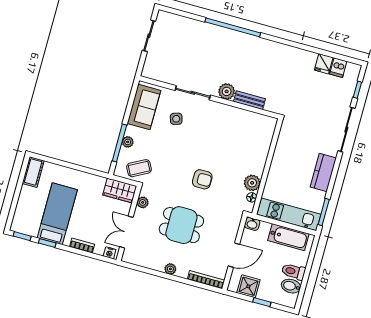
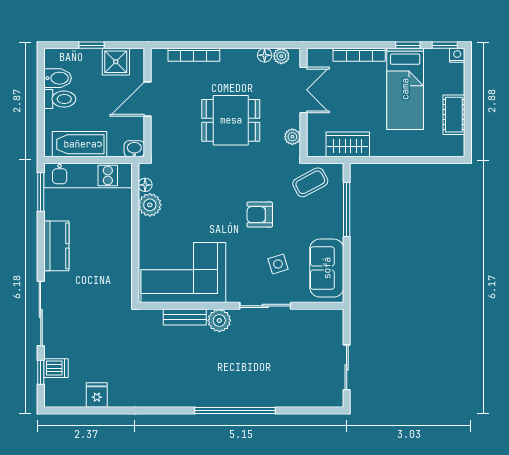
dishwasher: (338, 68) -> (56, 368), moved, turned 90
corner sofa: (242, 131) -> (183, 273), added
plant: (128, 142) -> (336, 214), removed
cot: (33, 172) -> (454, 115), moved
armchair: (202, 179) -> (260, 215), moved
wardrobe: (120, 191) -> (348, 144), moved
bookcase: (82, 246) -> (359, 55), width x1.56
nightstand: (110, 253) -> (457, 55), moved
floor lamp: (146, 263) -> (265, 55), added
plant: (170, 269) -> (281, 56), moved
bookcase: (206, 280) -> (194, 55), moved

